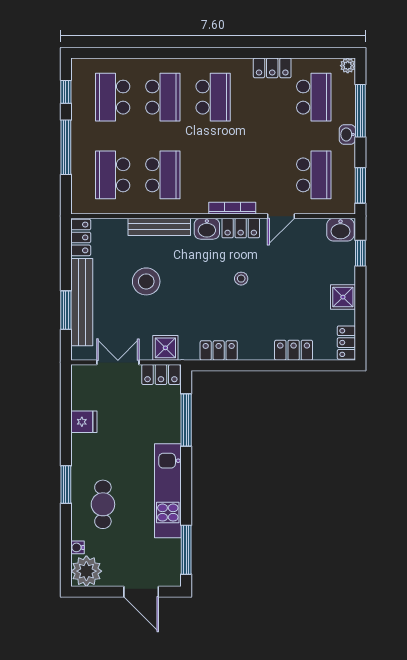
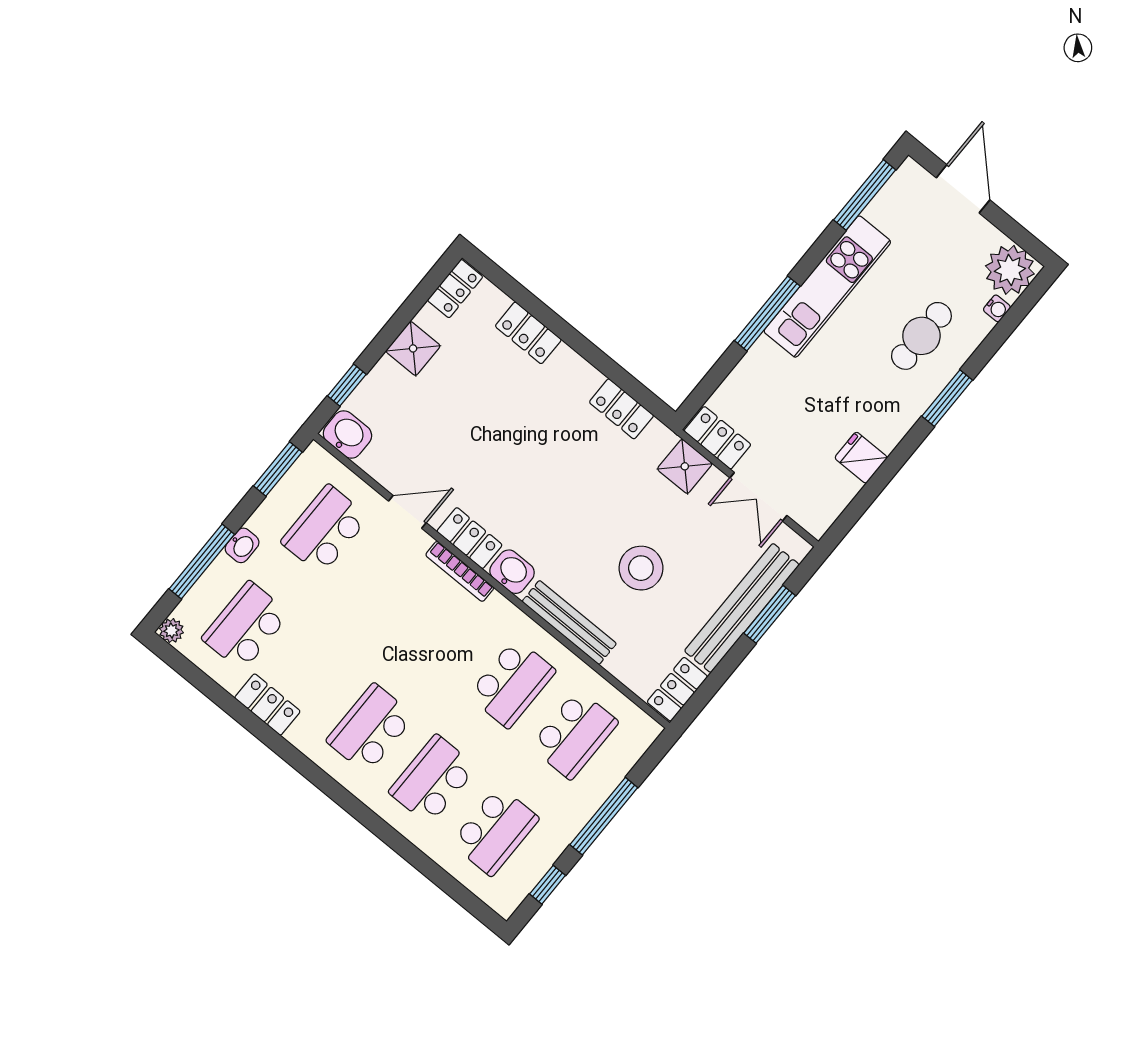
school desk: (163, 175) -> (512, 683), turned 180
stool: (241, 279) -> (520, 475), removed
window: (186, 420) -> (767, 313), moved

